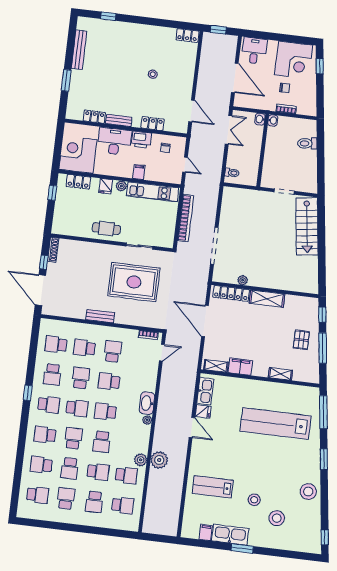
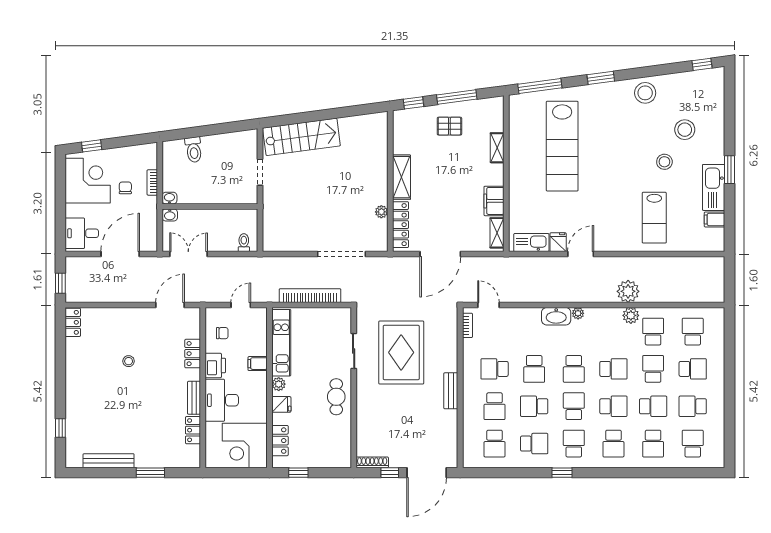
school desk: (73, 438) -> (613, 406), turned 180

